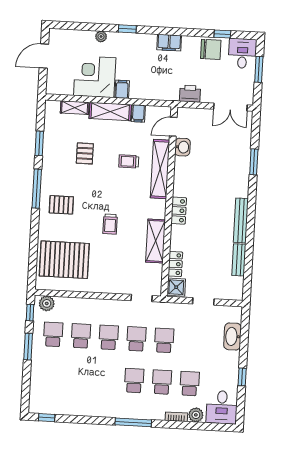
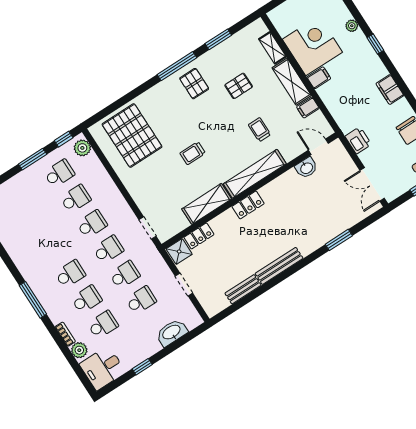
shelving: (160, 169) -> (255, 174), moved
pallet: (61, 205) -> (194, 84), moved
school desk: (192, 342) -> (141, 300), added

